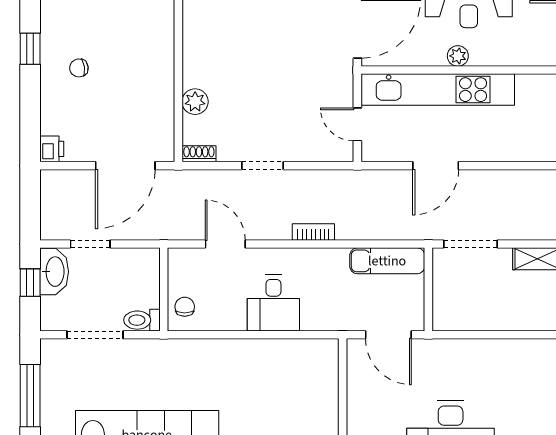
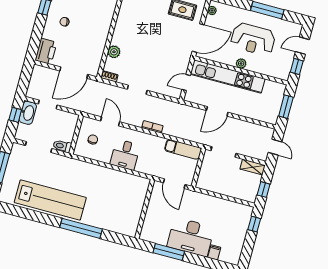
door: (357, 124) -> (186, 83), hinge flipped
printer: (52, 149) -> (46, 51), width x1.87, depth x1.48
chair: (185, 307) -> (93, 139), moved

